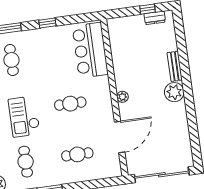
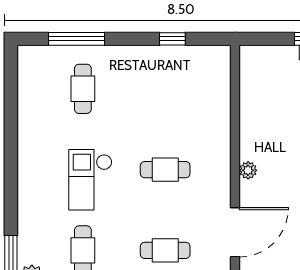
window: (47, 23) -> (172, 39), moved
bar counter: (90, 50) -> (208, 91), removed

